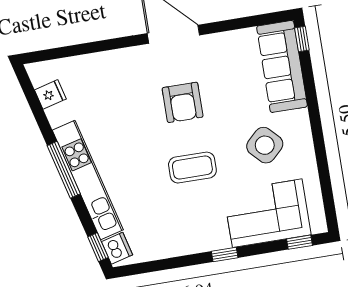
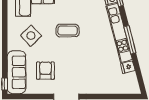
fridge: (50, 94) -> (128, 67), moved
armchair: (183, 102) -> (45, 71), moved

